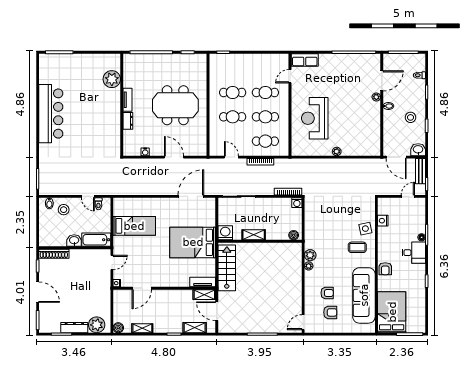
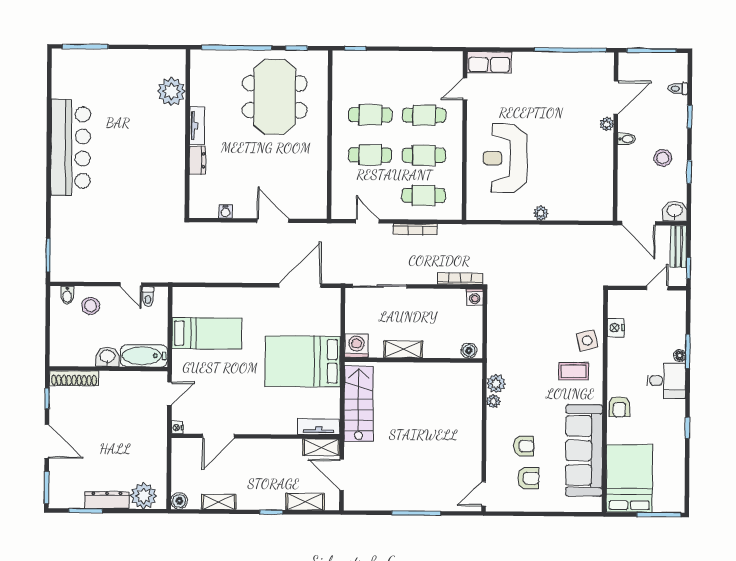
meeting table: (175, 105) -> (275, 97), moved, turned 90

